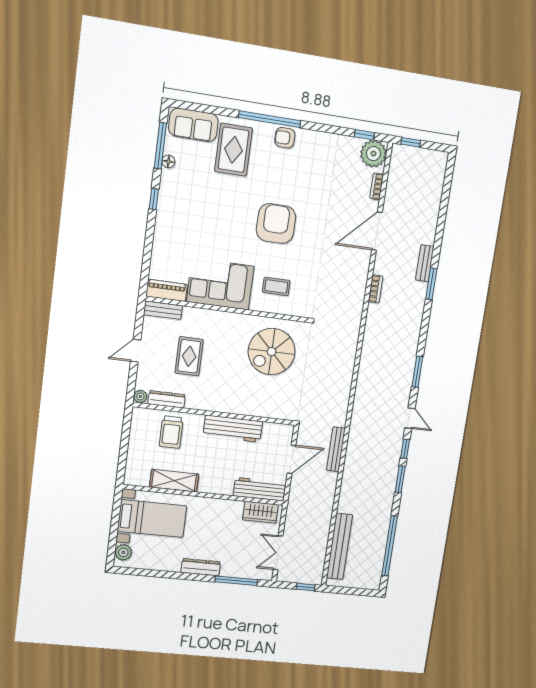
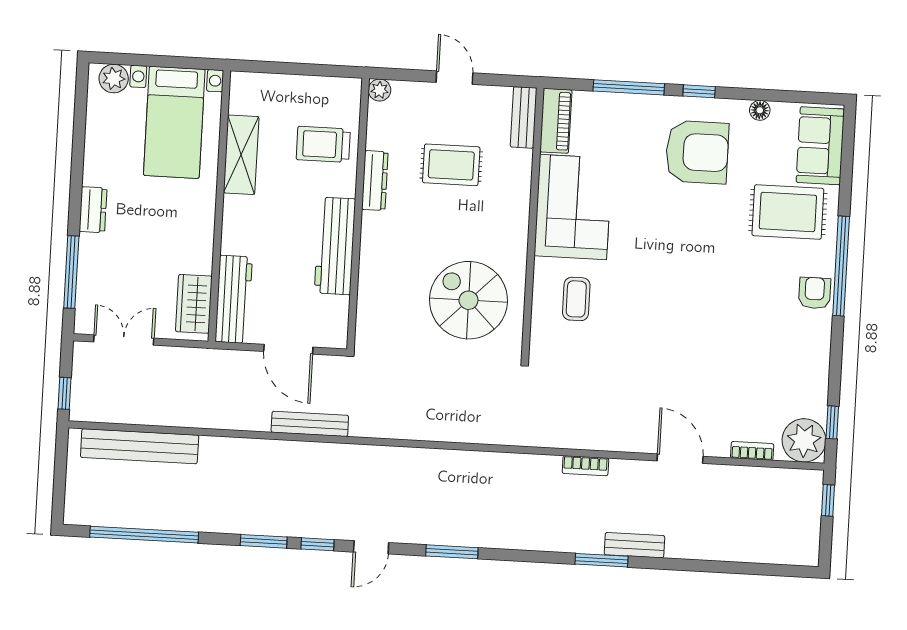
window: (160, 146) -> (629, 87), moved
armchair: (276, 224) -> (697, 152), moved
door: (377, 231) -> (680, 459), width x0.73
dresser: (167, 399) -> (375, 181), moved
dresser: (201, 567) -> (93, 210), width x0.70

